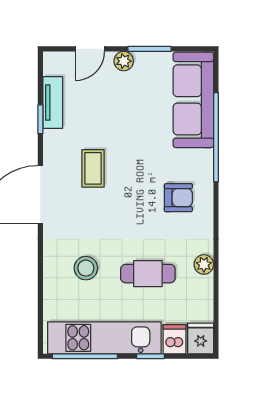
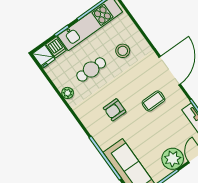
plant: (124, 61) -> (173, 159), width x1.88, depth x1.88
coffee table: (93, 168) -> (153, 101), turned 90
armchair: (178, 198) -> (115, 110), moved

